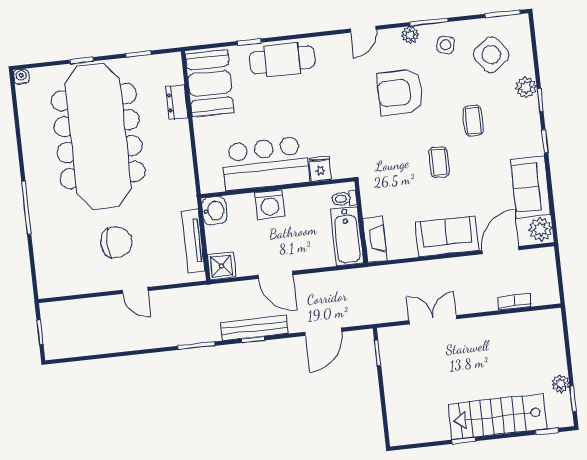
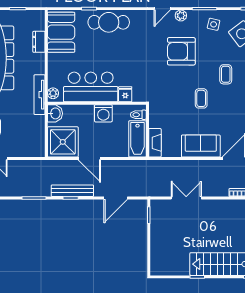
plant: (410, 35) -> (181, 16), moved
plant: (208, 180) -> (53, 93), added
washing machine: (270, 204) -> (103, 113), moved
tv unit: (193, 241) -> (39, 95), moved
shower: (222, 266) -> (63, 142), width x1.86, depth x1.86

